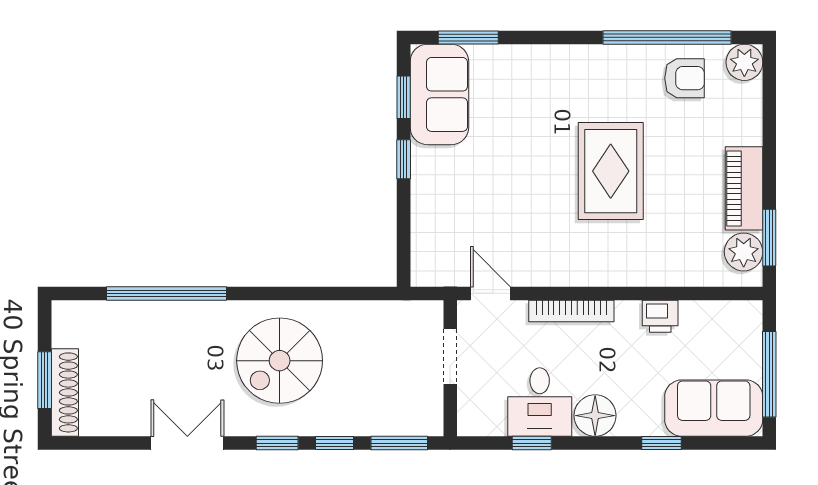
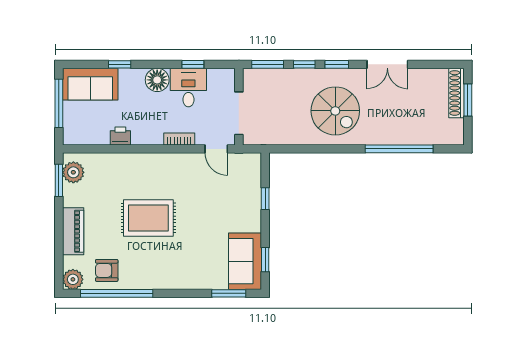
window: (404, 159) -> (265, 199), moved
rug: (611, 171) -> (148, 218), turned 90
piano: (744, 188) -> (73, 231), moved
bookcase: (571, 311) -> (179, 139), width x0.64
doorway: (450, 357) -> (239, 113), width x1.38
spiral stairs: (280, 361) -> (335, 111), turned 90

